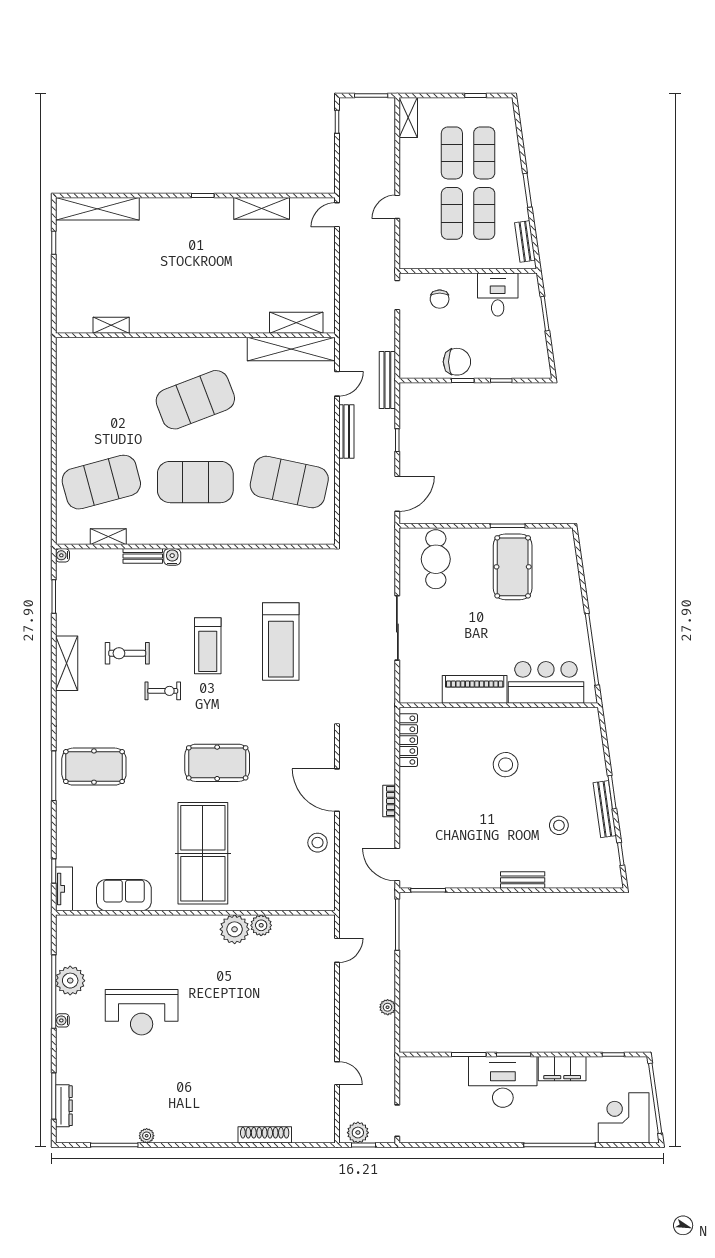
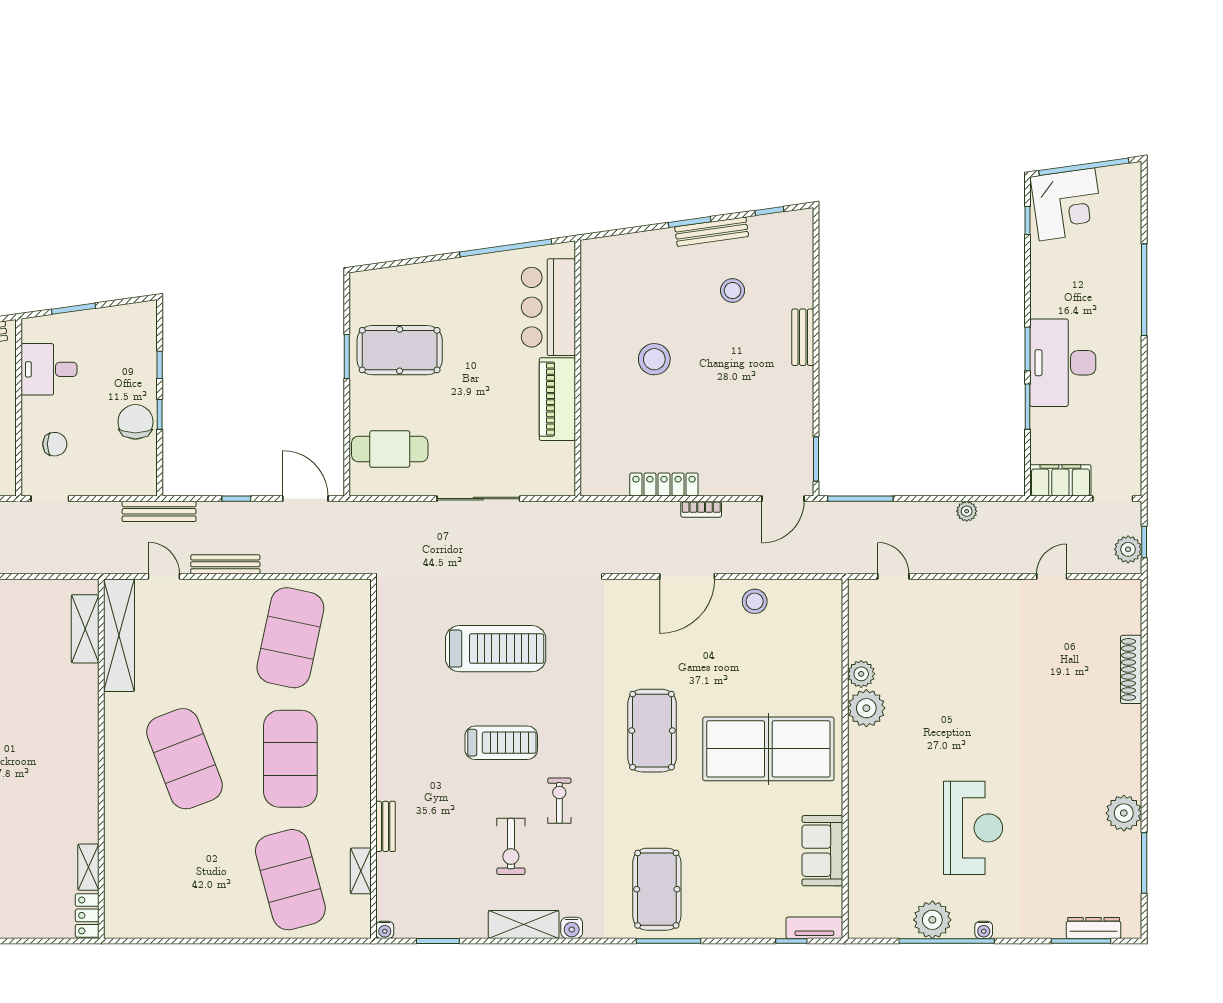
locker: (74, 324) -> (87, 915), added
water cooler: (172, 557) -> (572, 928), moved, turned -90
locker: (408, 740) -> (664, 485), moved
filing cabinet: (562, 1069) -> (1060, 480), moved, turned -90
corner desk: (624, 1118) -> (1067, 204), moved, turned -98
plant: (147, 1136) -> (1124, 813), width x1.87, depth x1.87

